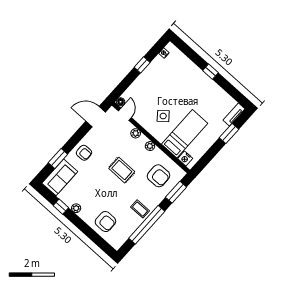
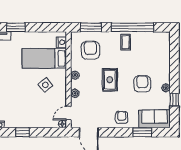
armchair: (105, 222) -> (142, 84), moved

